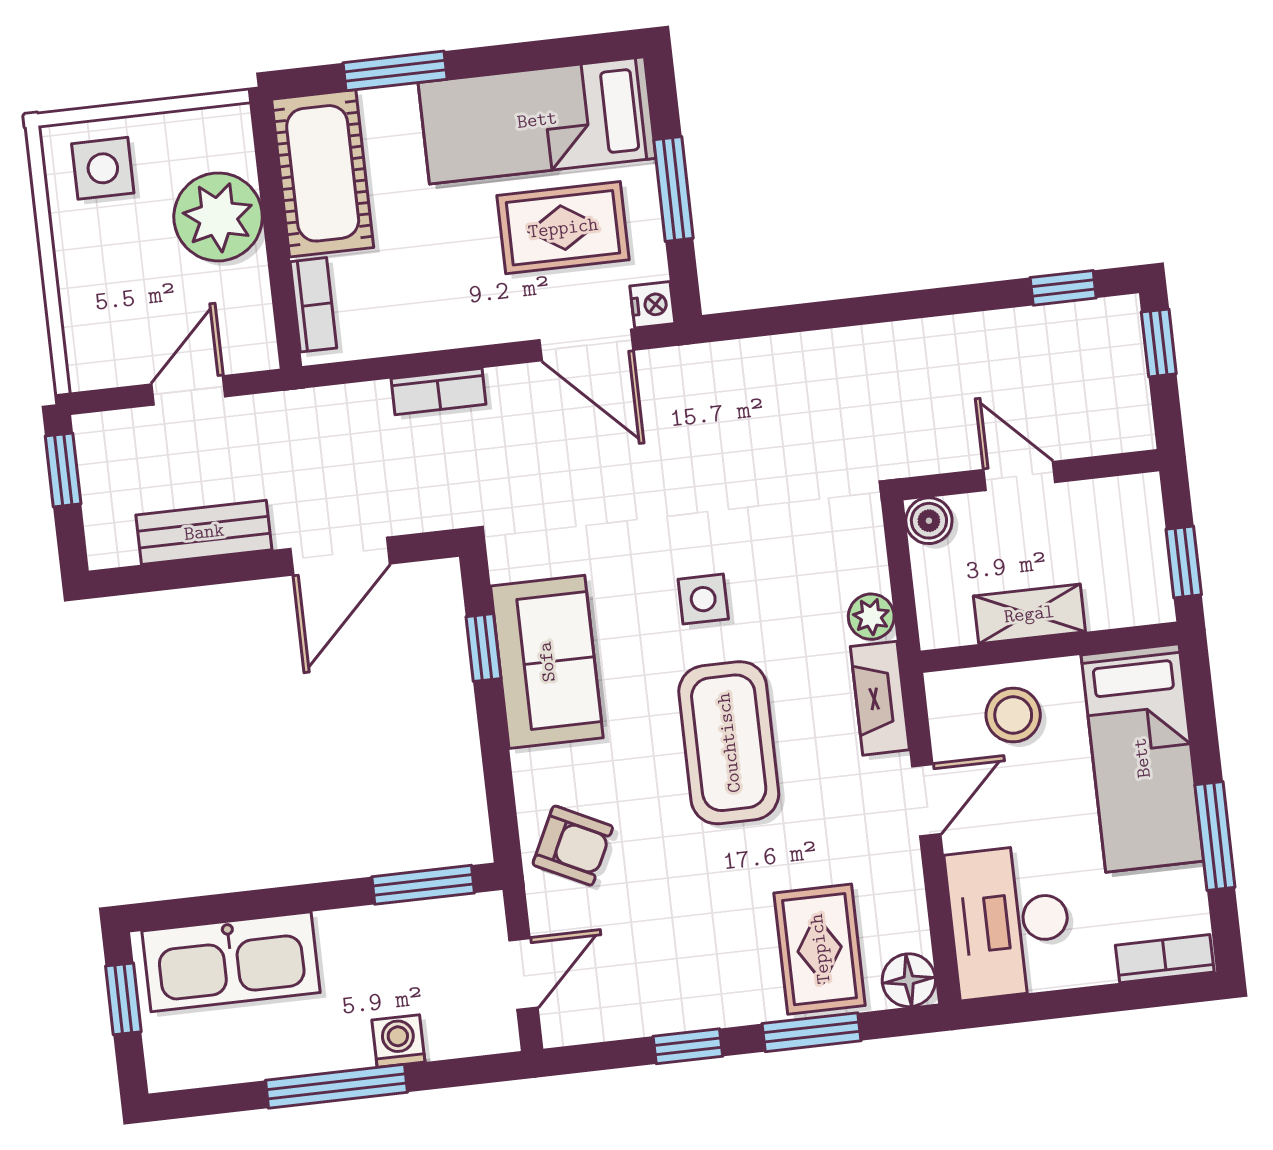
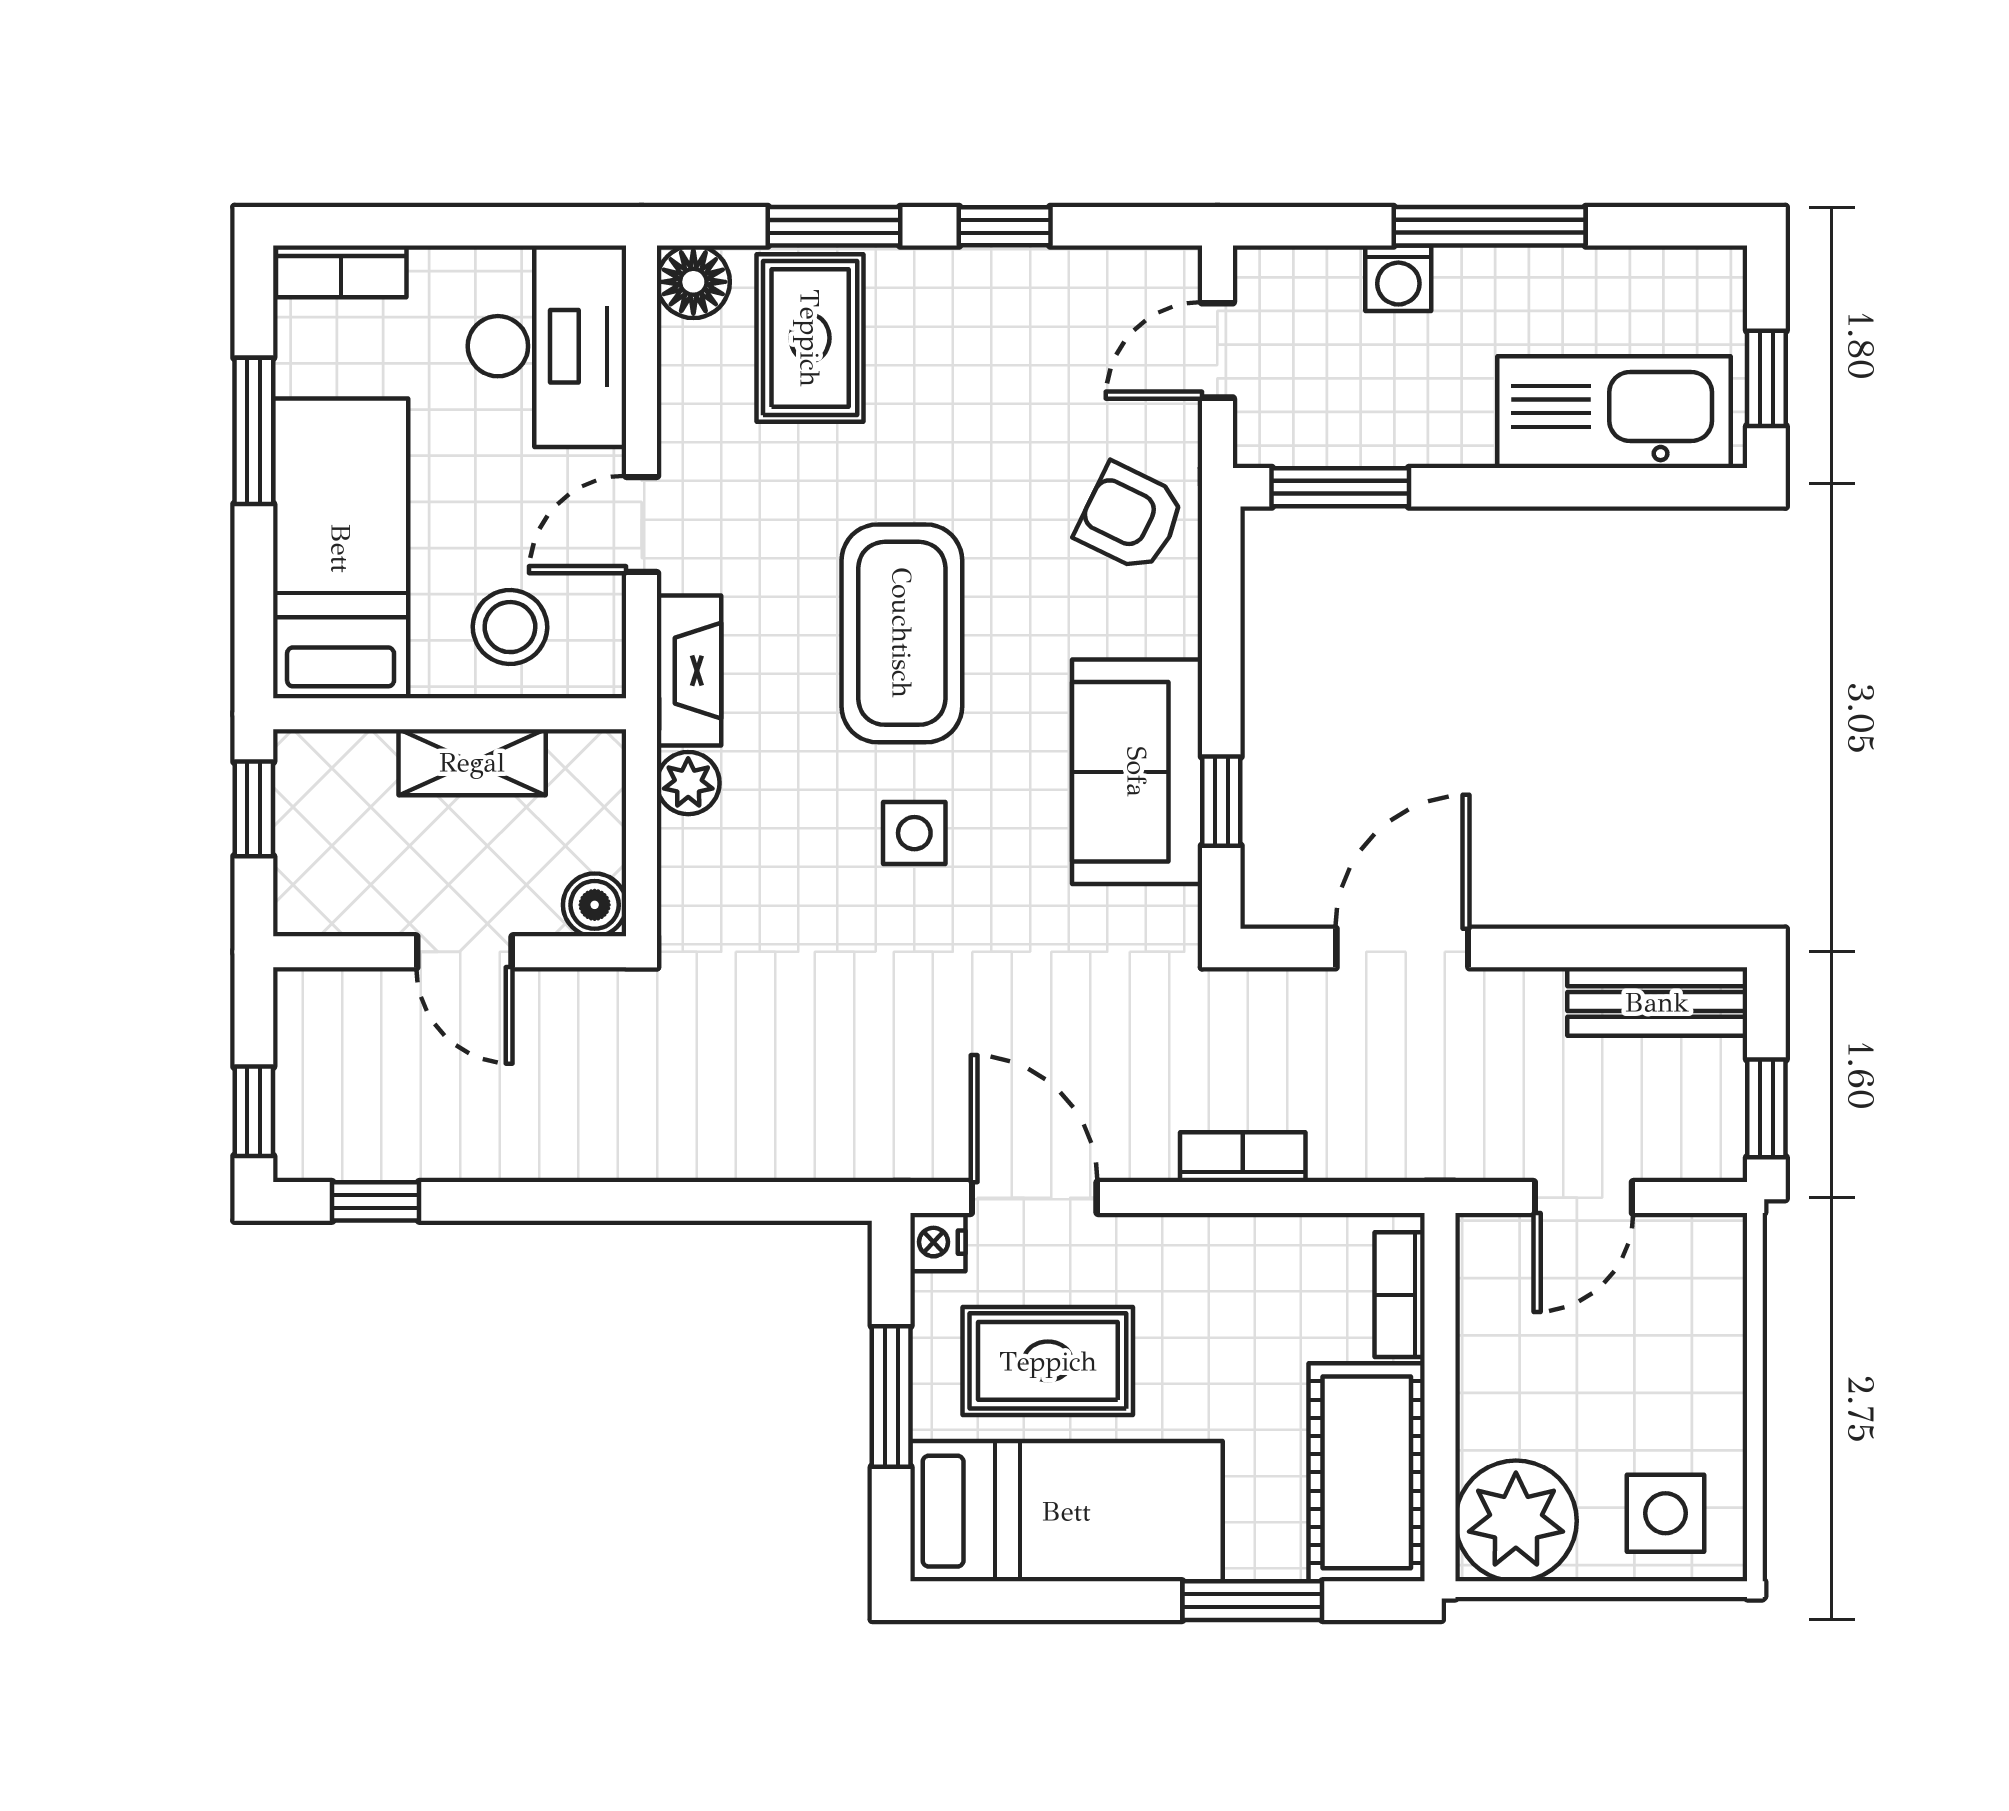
plant: (218, 217) -> (1516, 1521), moved
bench: (204, 532) -> (1657, 1002), moved

